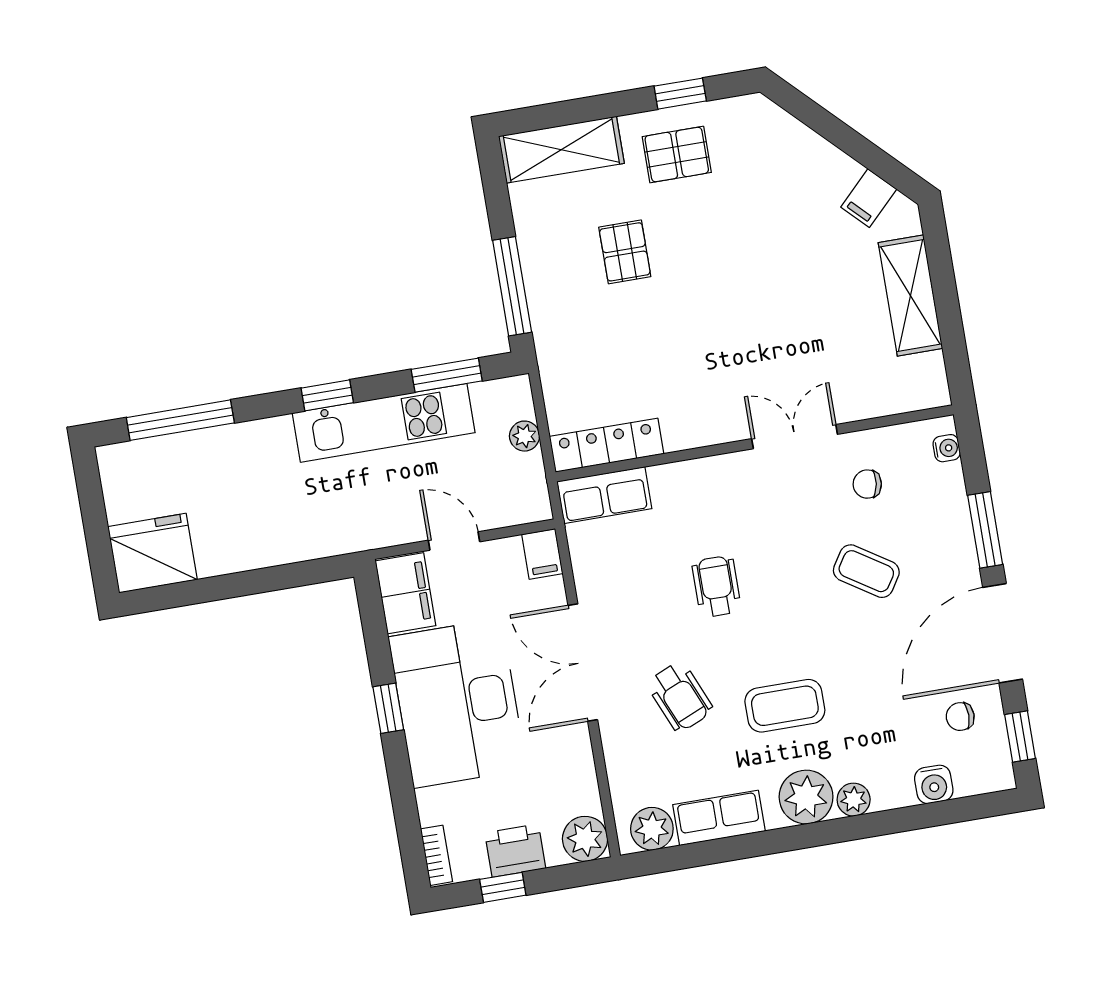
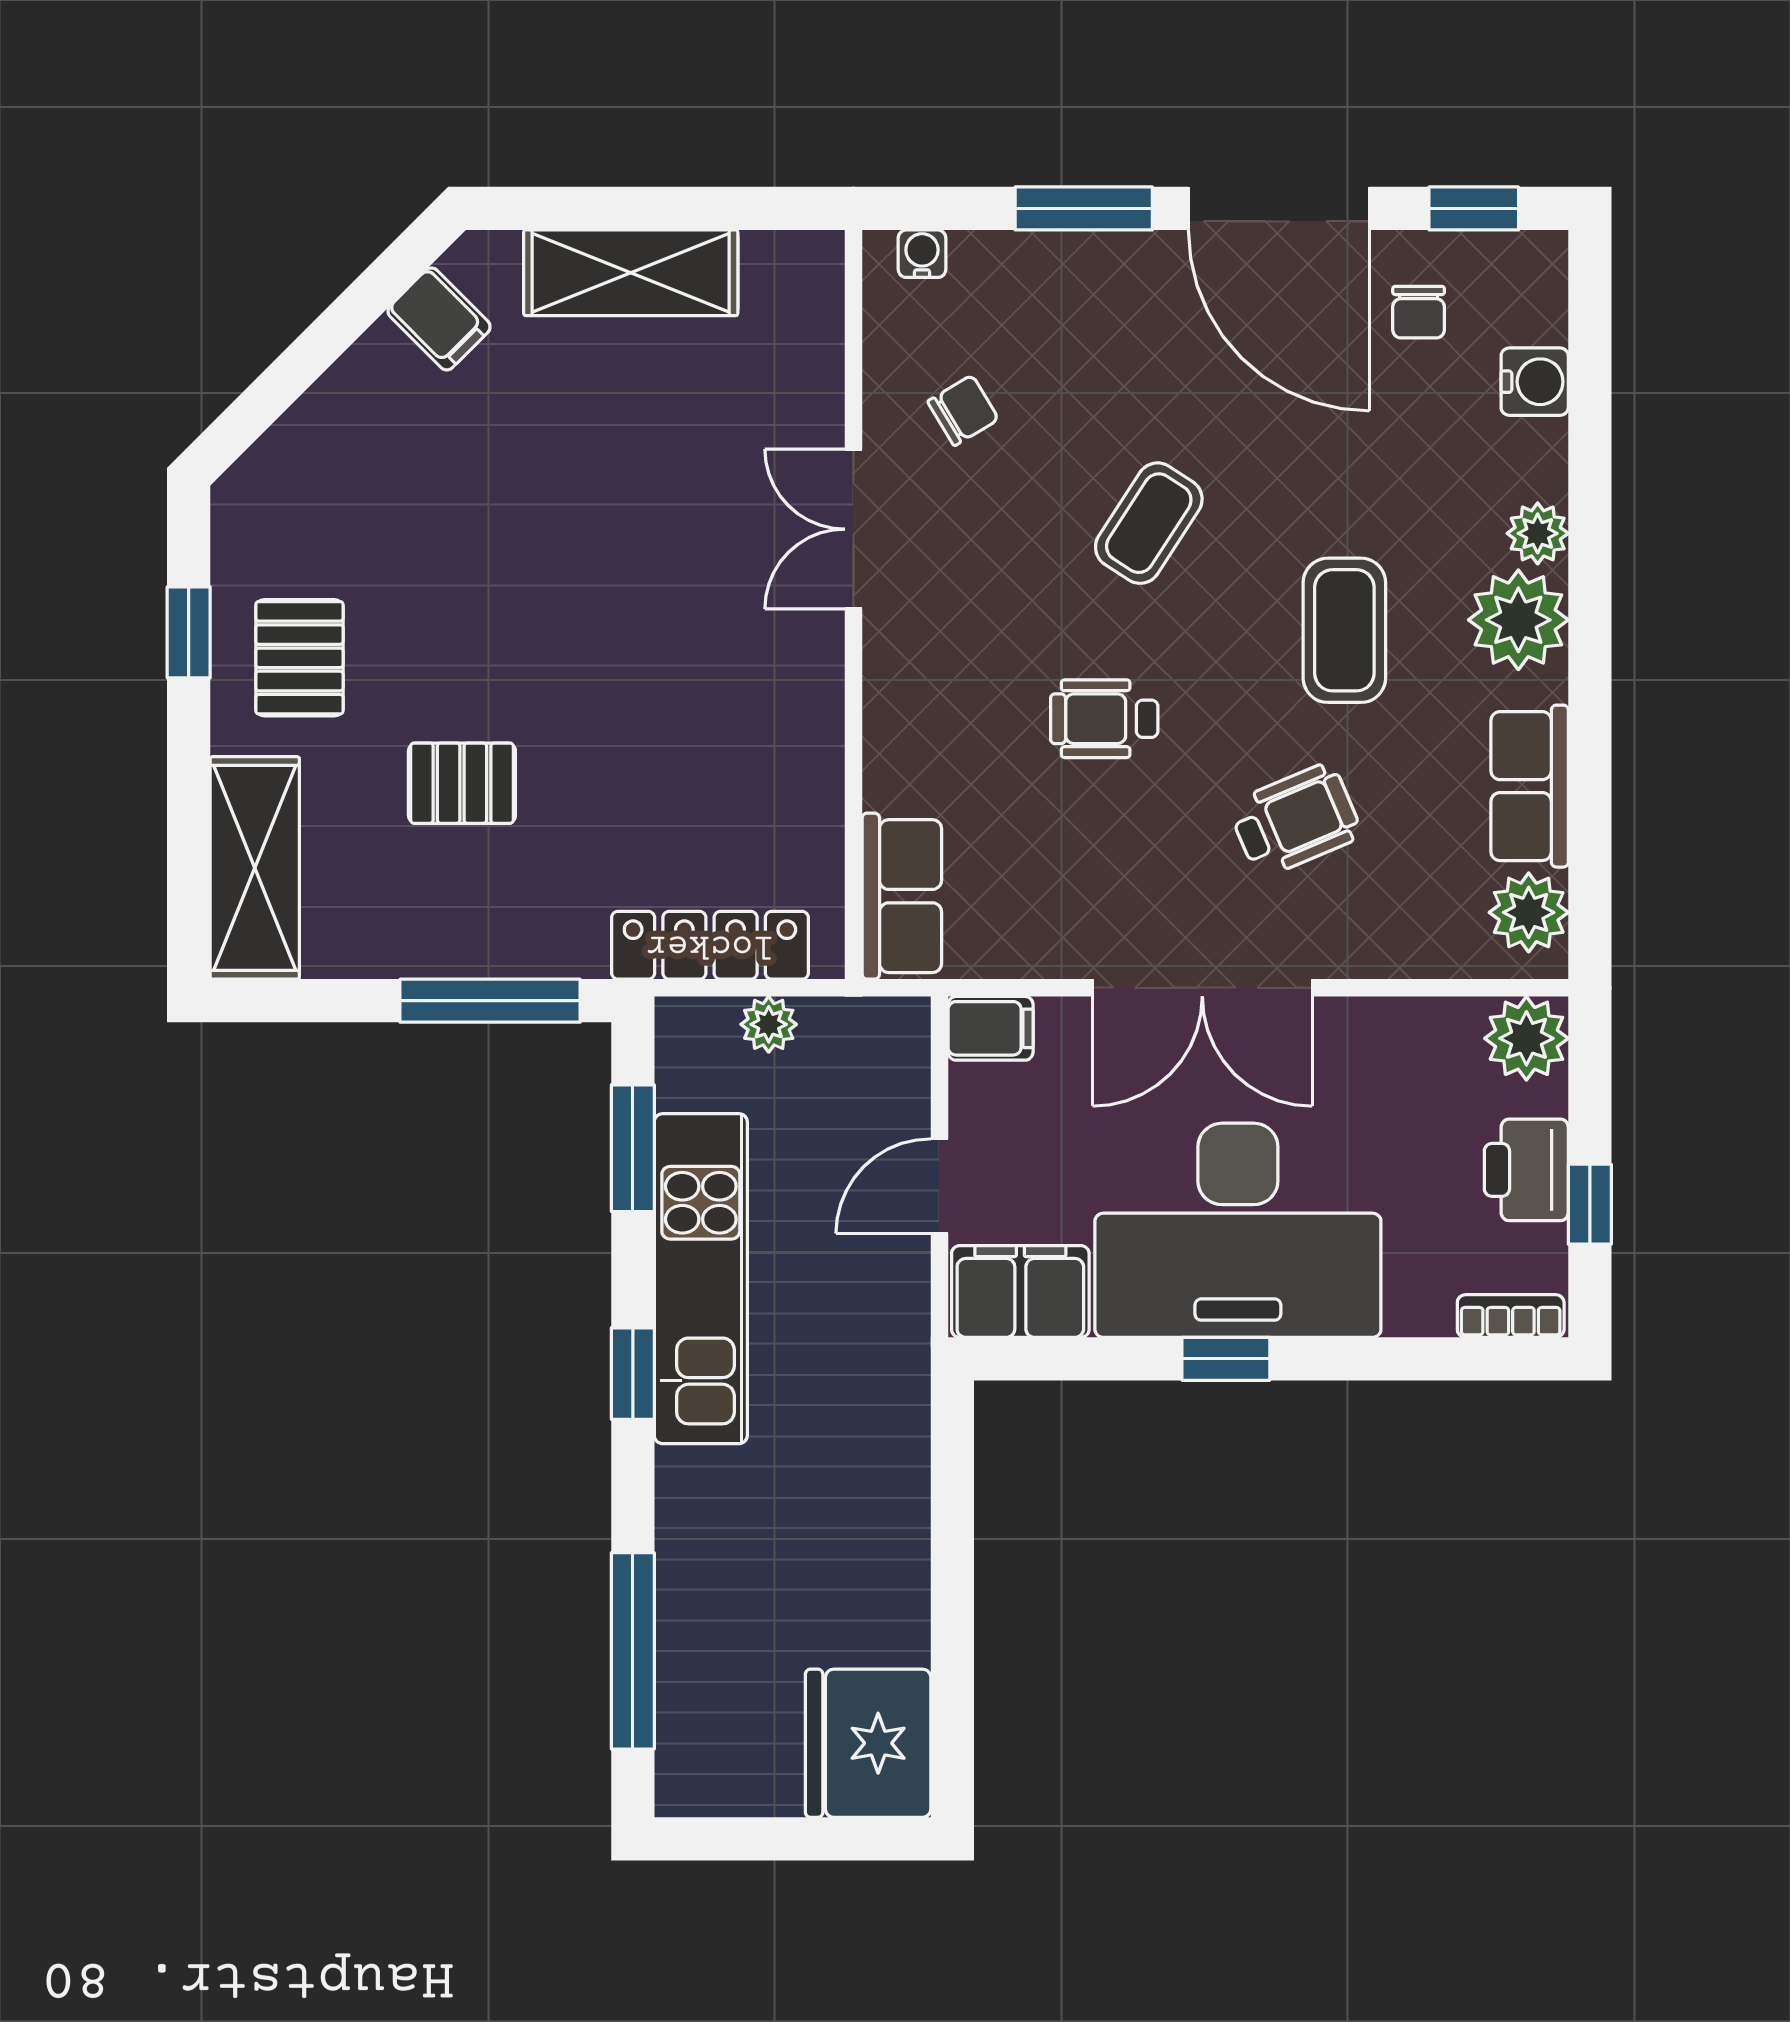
locker: (607, 445) -> (710, 945), moved, turned 90
chair: (867, 484) -> (963, 410), turned -129
coffee table: (866, 571) -> (1149, 523), moved

